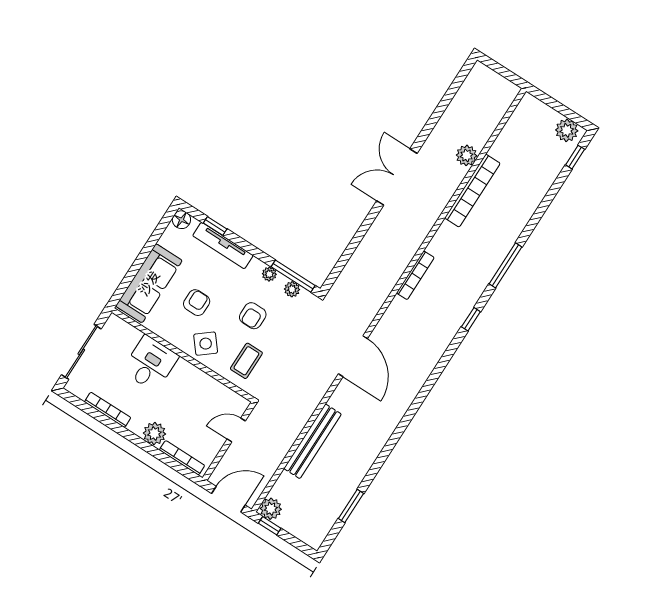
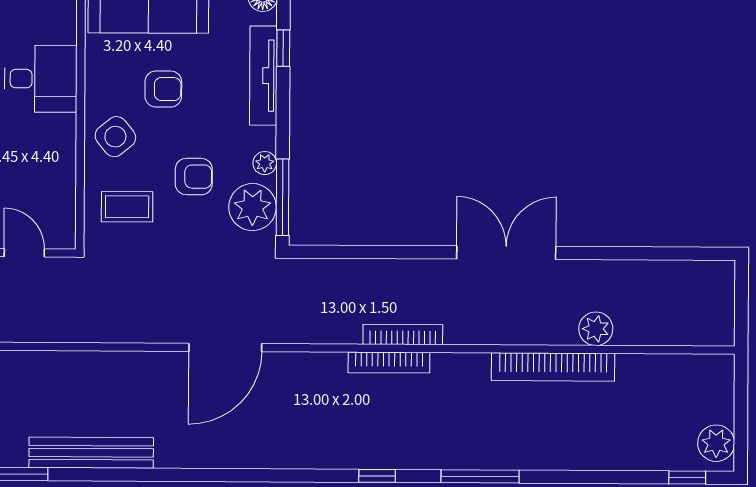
bookcase: (405, 259) -> (403, 335), added
plant: (292, 289) -> (253, 207), width x1.88, depth x1.88
armchair: (253, 316) -> (194, 177), turned 180
bench: (313, 441) -> (91, 453), moved

